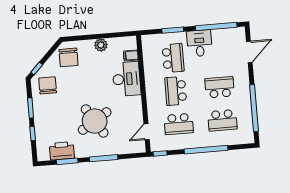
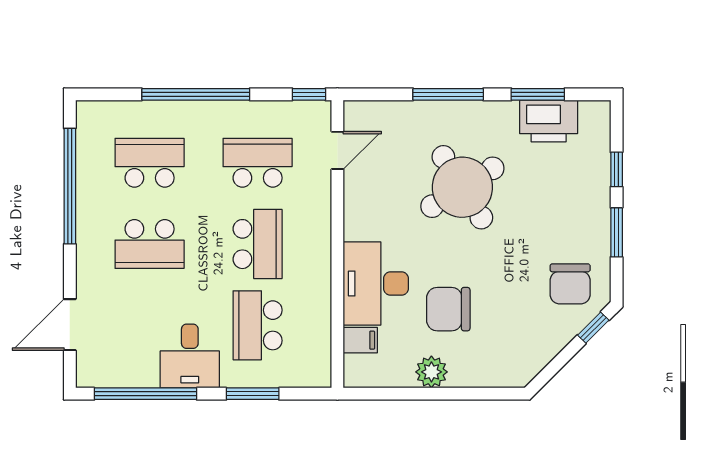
chair: (69, 57) -> (448, 309), moved, turned -90

